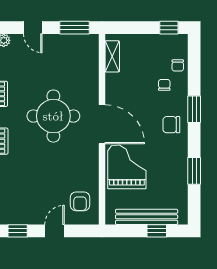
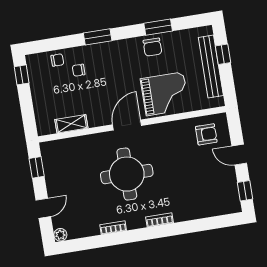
window: (74, 28) -> (37, 167), width x0.67
shelving: (112, 56) -> (71, 124), moved
door: (102, 124) -> (127, 125), width x0.73
chair: (171, 125) -> (152, 47), moved
grand piano: (127, 167) -> (165, 94), turned 180

